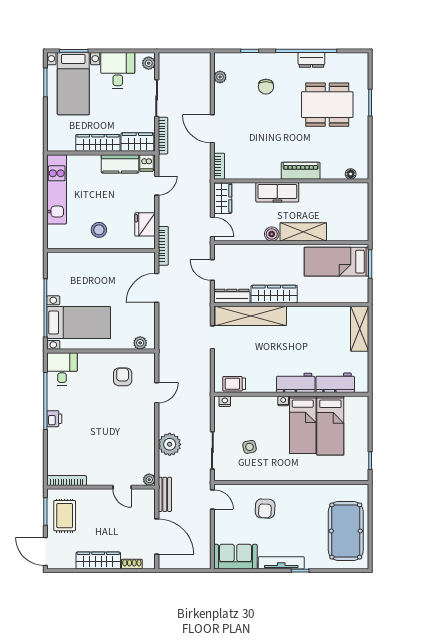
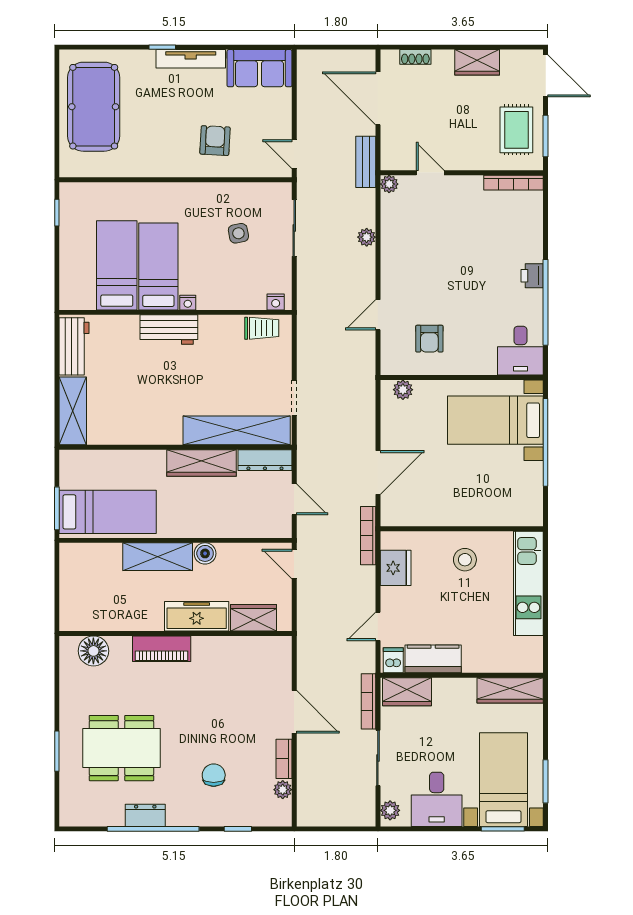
wardrobe: (98, 143) -> (510, 690), moved
bookcase: (219, 166) -> (284, 759), moved
floor lamp: (351, 174) -> (93, 651), width x1.89, depth x1.89
kitchen unit: (57, 189) -> (528, 583), moved
wardrobe: (223, 198) -> (253, 618), moved, turned 90
workbench: (335, 383) -> (74, 346), moved, turned -90
plant: (170, 444) -> (367, 237), width x0.53, depth x0.53
wardrobe: (98, 561) -> (477, 62), width x0.67

